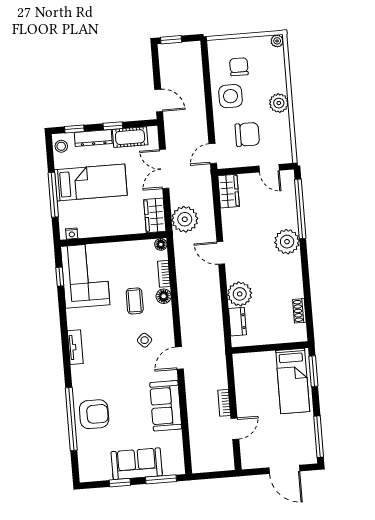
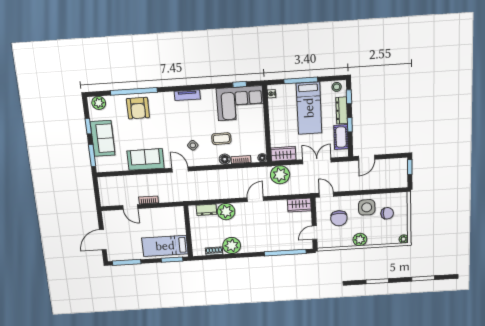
plant: (287, 242) -> (232, 246), moved
plant: (88, 467) -> (99, 103), added

